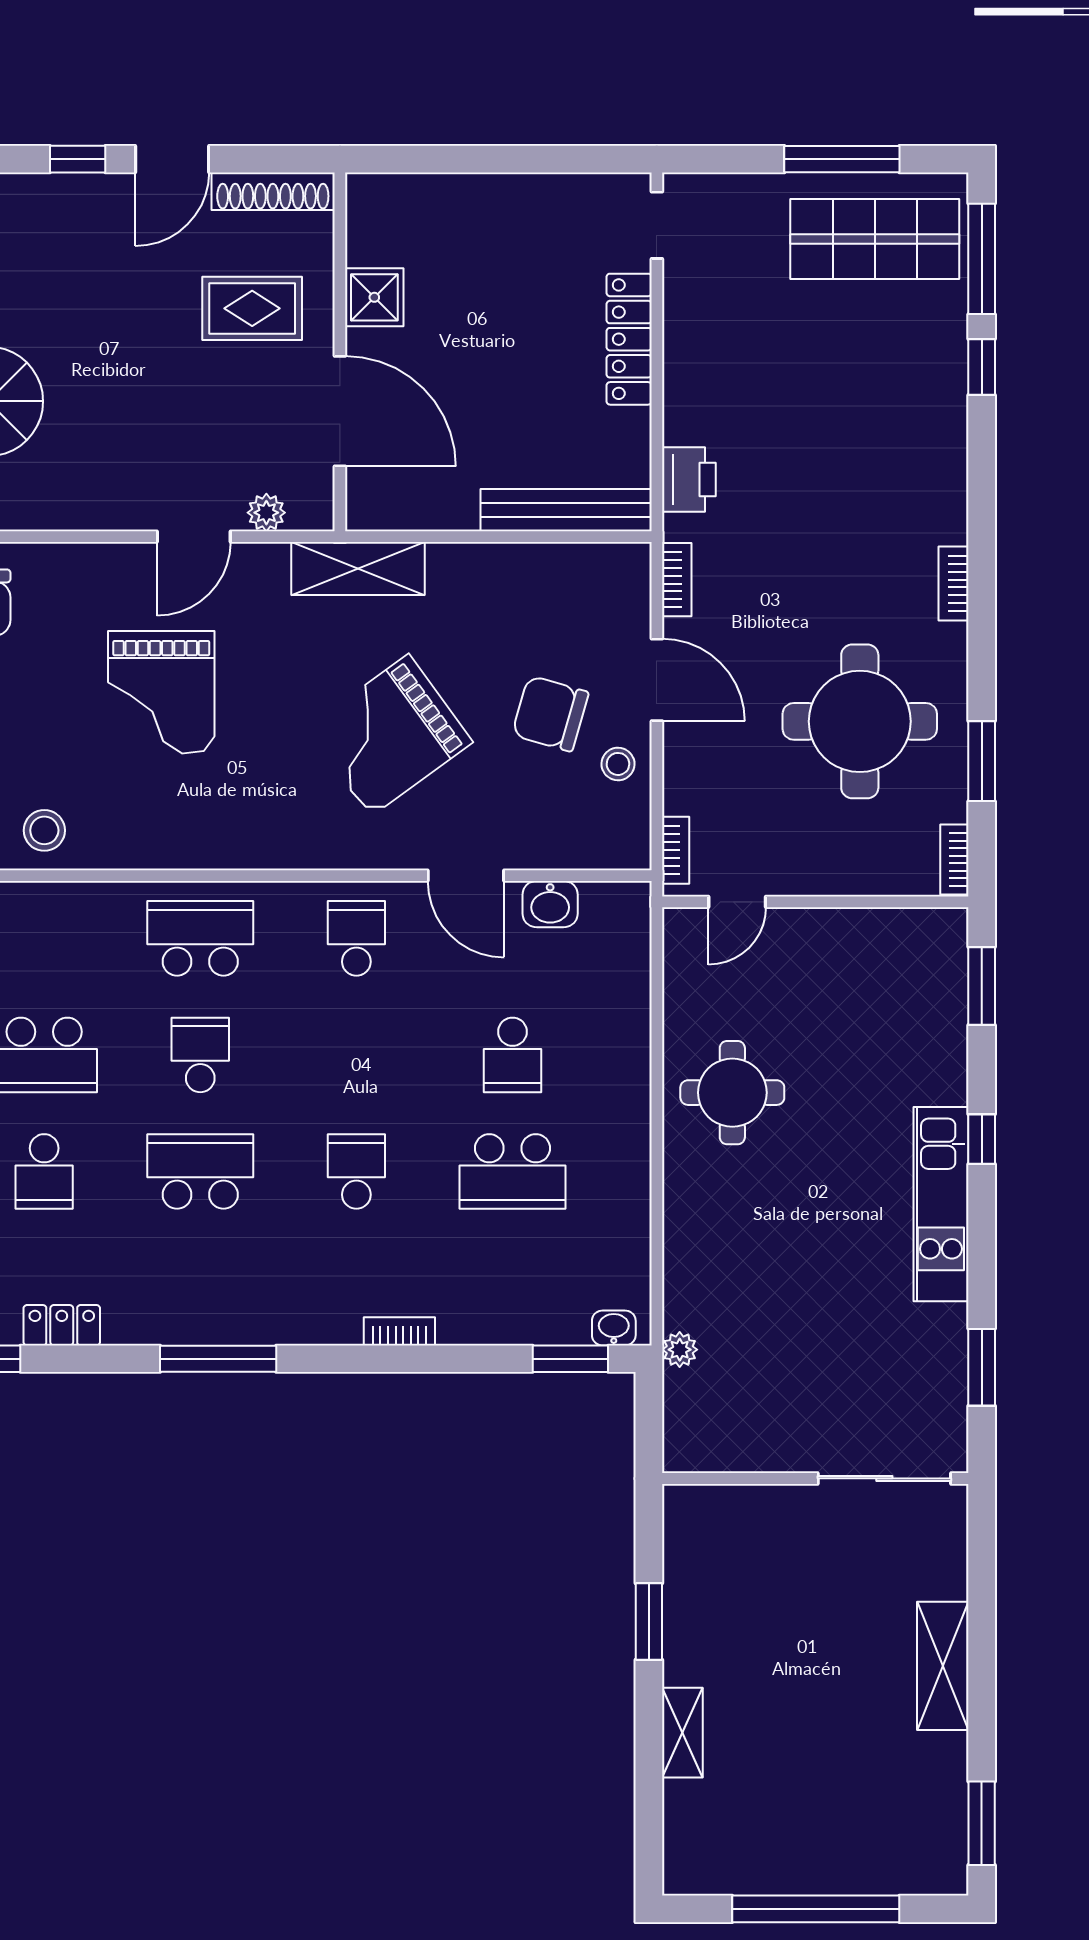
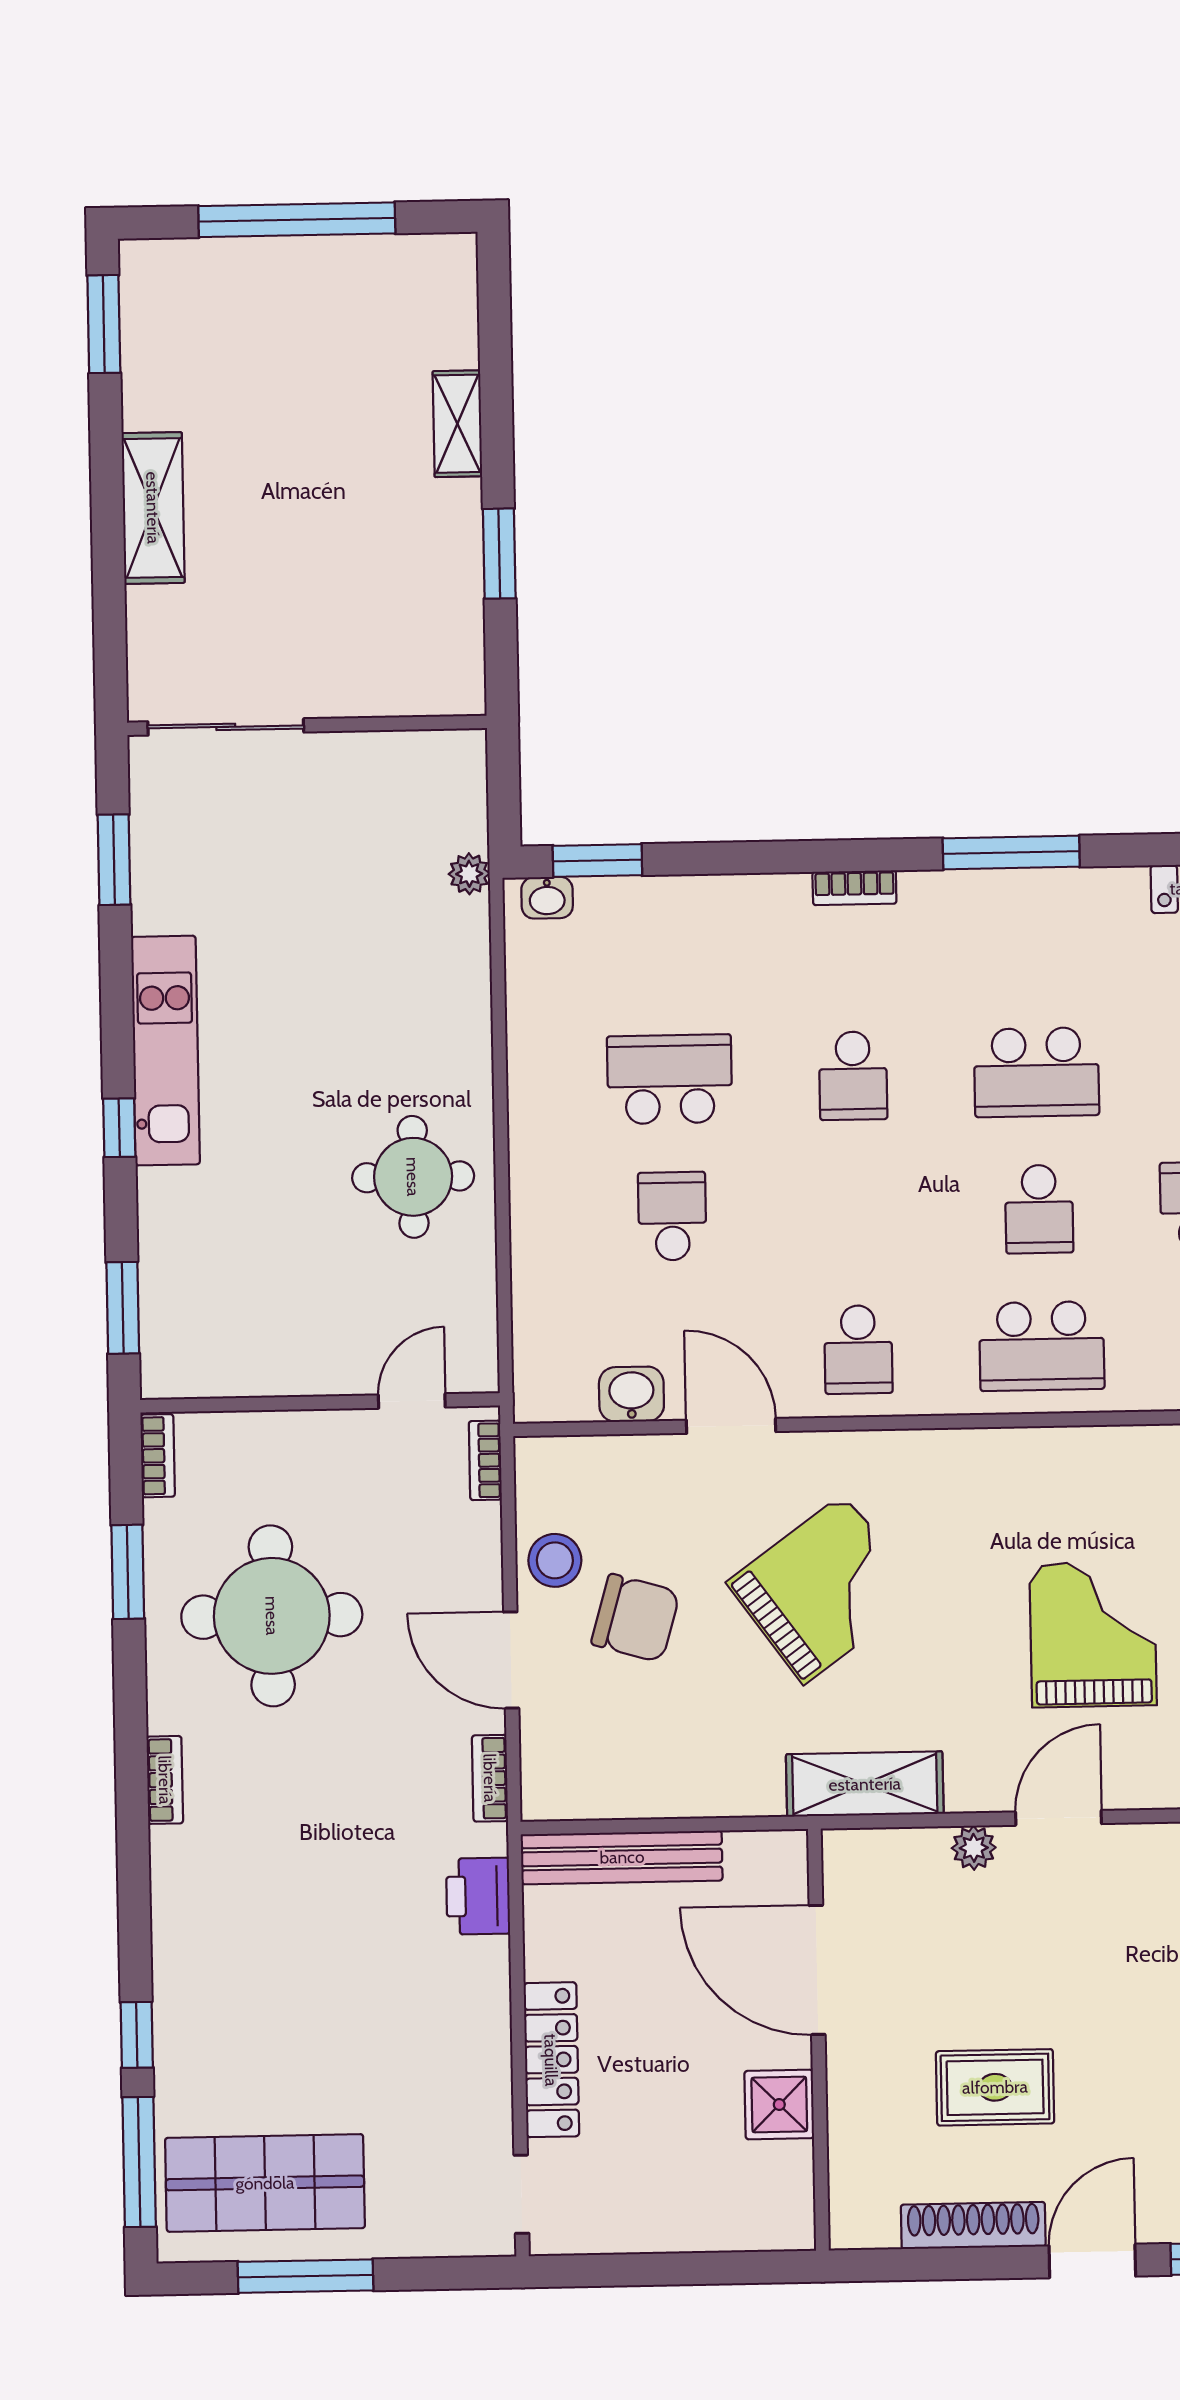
shower: (374, 297) -> (779, 2104), moved
wall: (340, 352) -> (818, 2040), moved
door: (340, 411) -> (817, 1970), moved
stool: (618, 764) -> (555, 1560), width x1.37, depth x1.37
bookcase: (399, 1331) -> (854, 888), moved

